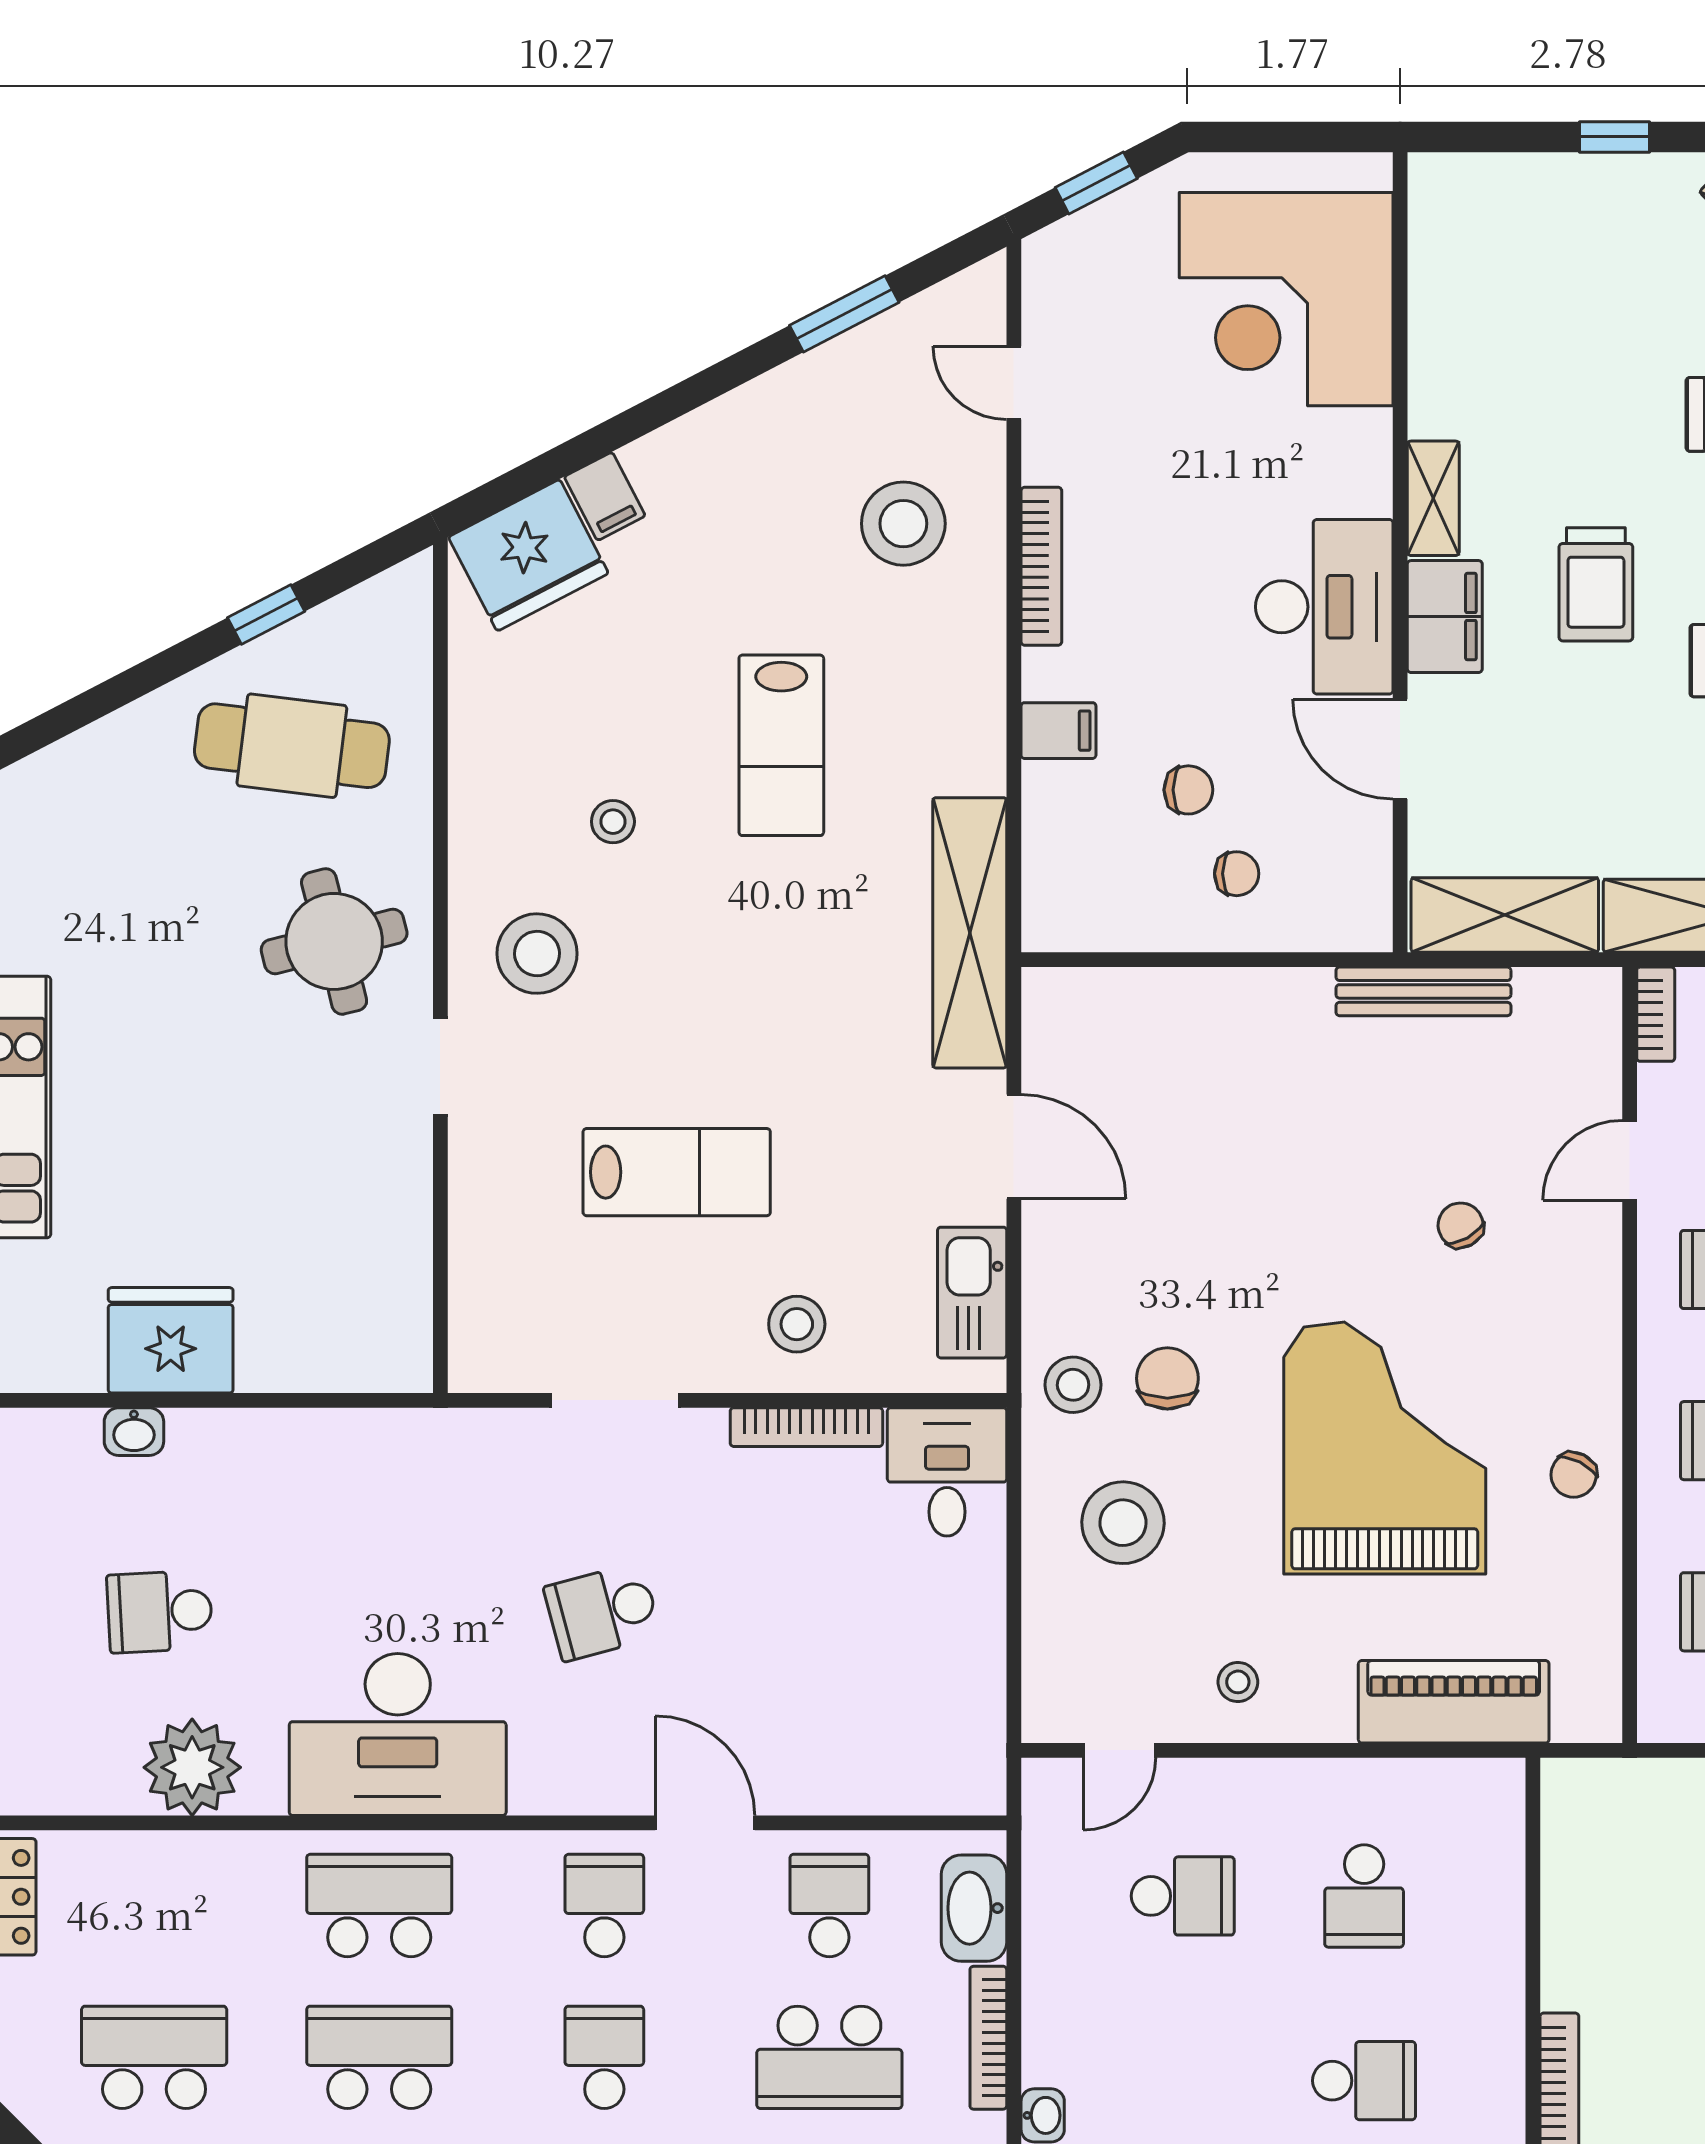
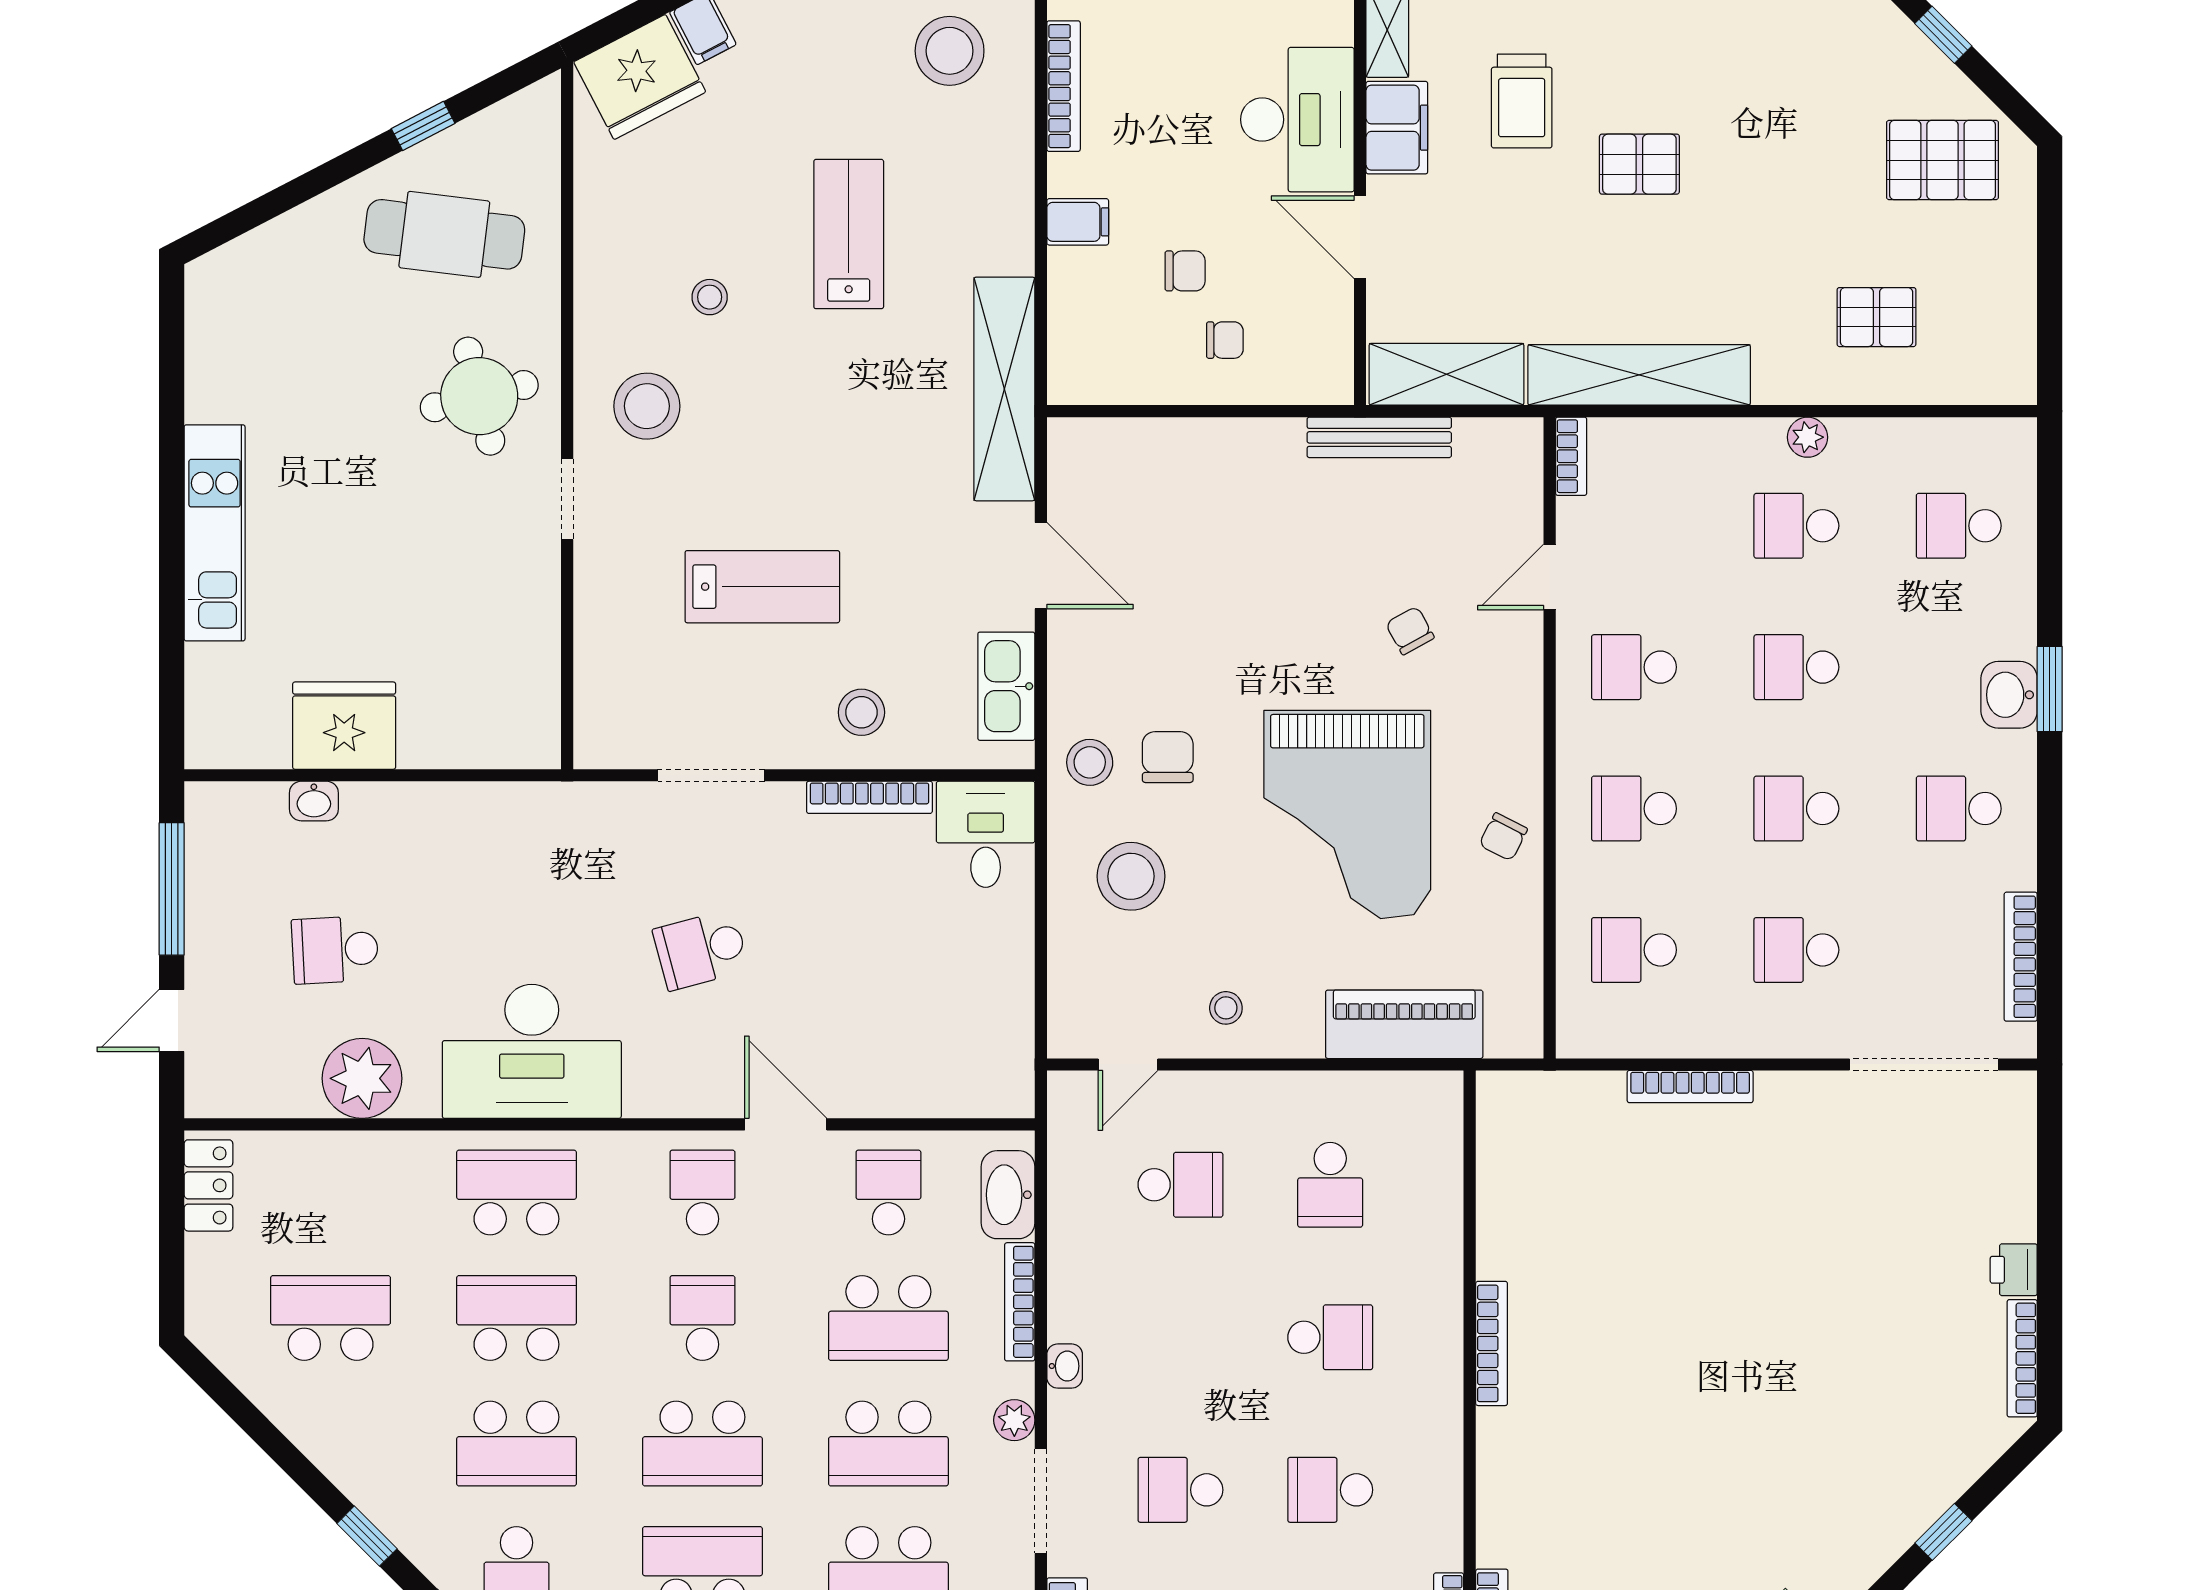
lab bench: (781, 745) -> (849, 234), turned 180
grand piano: (1385, 1448) -> (1347, 815), turned 180

